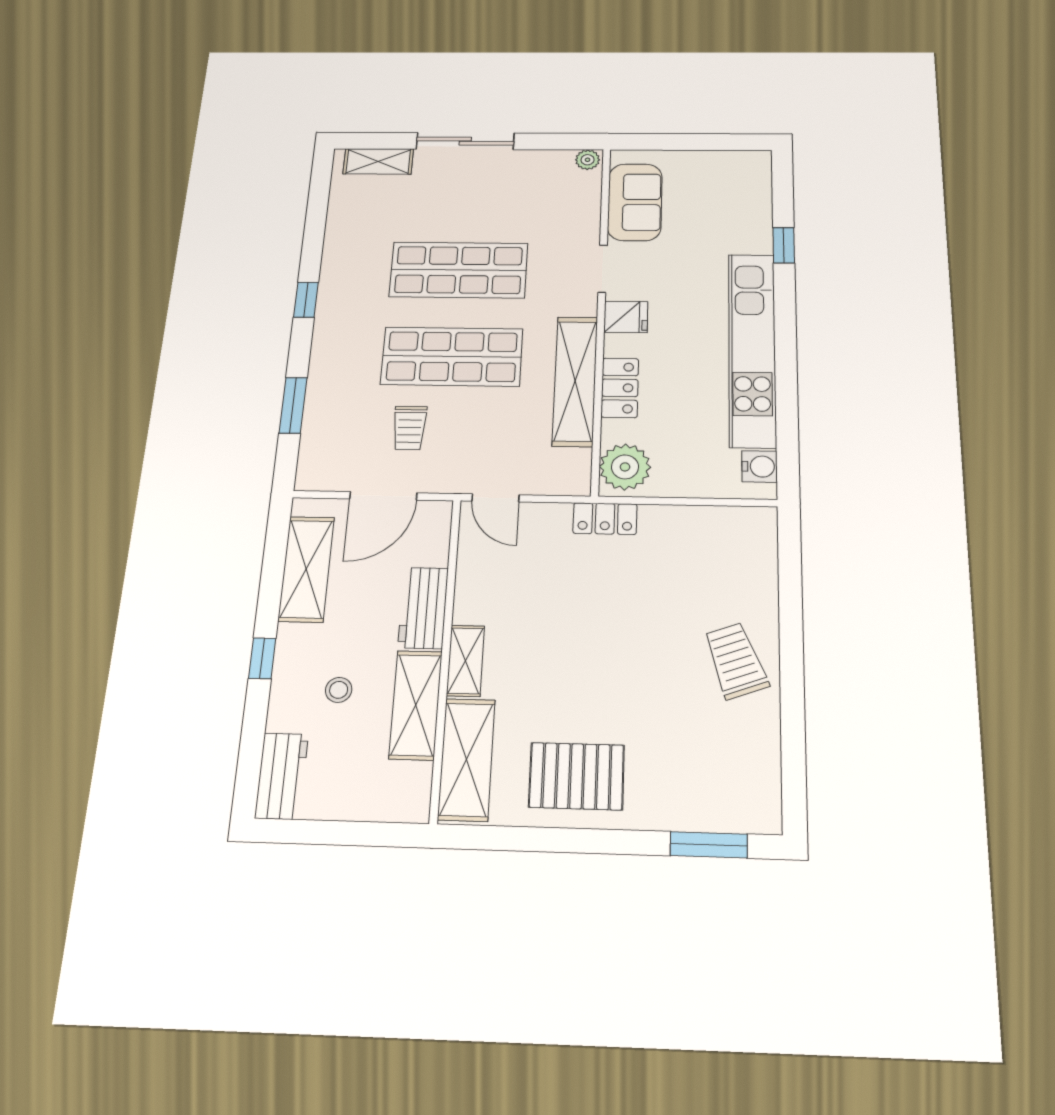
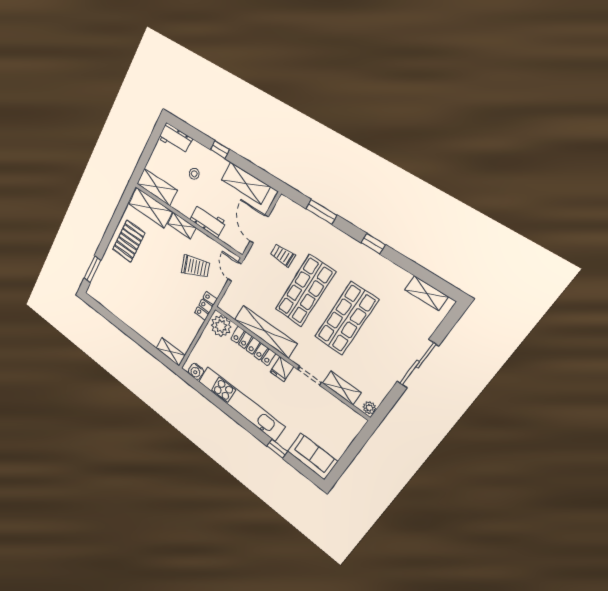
shelving: (378, 161) -> (426, 293), moved, turned 90
sofa: (635, 202) -> (312, 456), moved, turned 180
shelving: (585, 213) -> (342, 388), added
locker: (620, 388) -> (253, 346), width x1.53
door: (495, 498) -> (235, 272), hinge flipped
shelving: (761, 542) -> (171, 352), added
trolley: (736, 661) -> (196, 267), moved
shelving: (416, 705) -> (157, 187), moved

